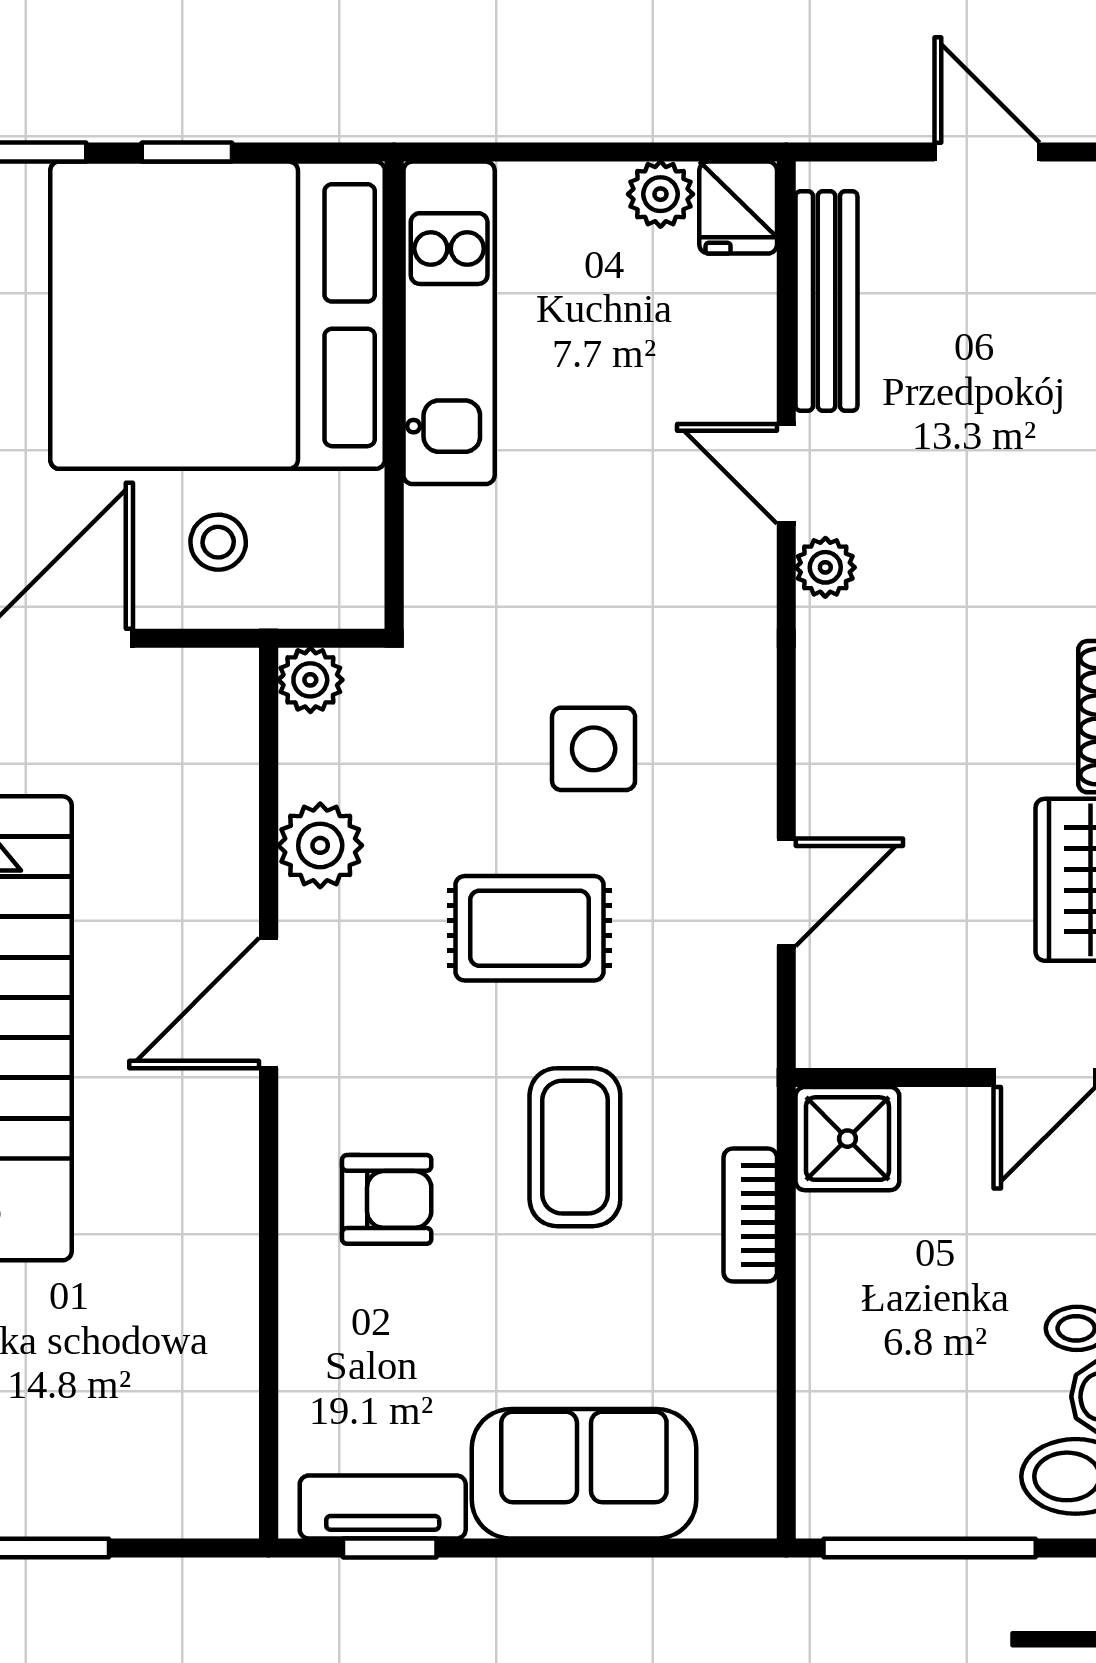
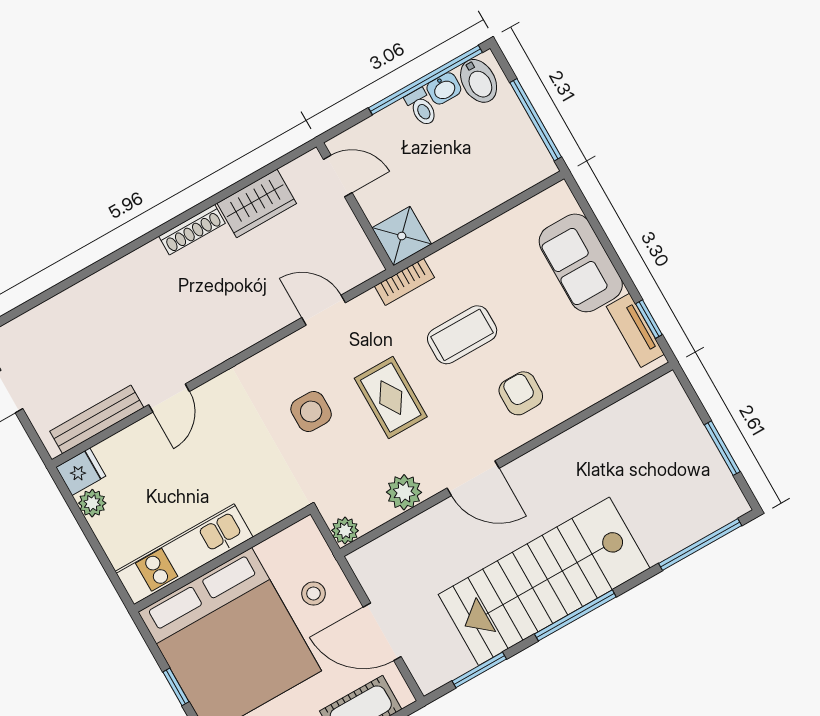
plant: (825, 567) -> (195, 364), removed
bookcase: (750, 1215) -> (404, 282), moved

